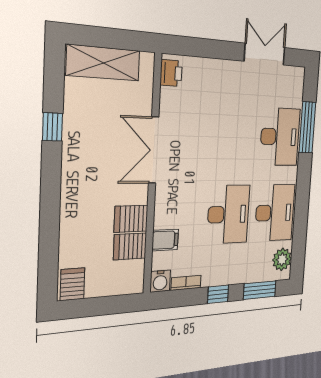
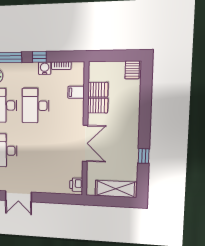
water cooler: (160, 281) -> (45, 68), moved

